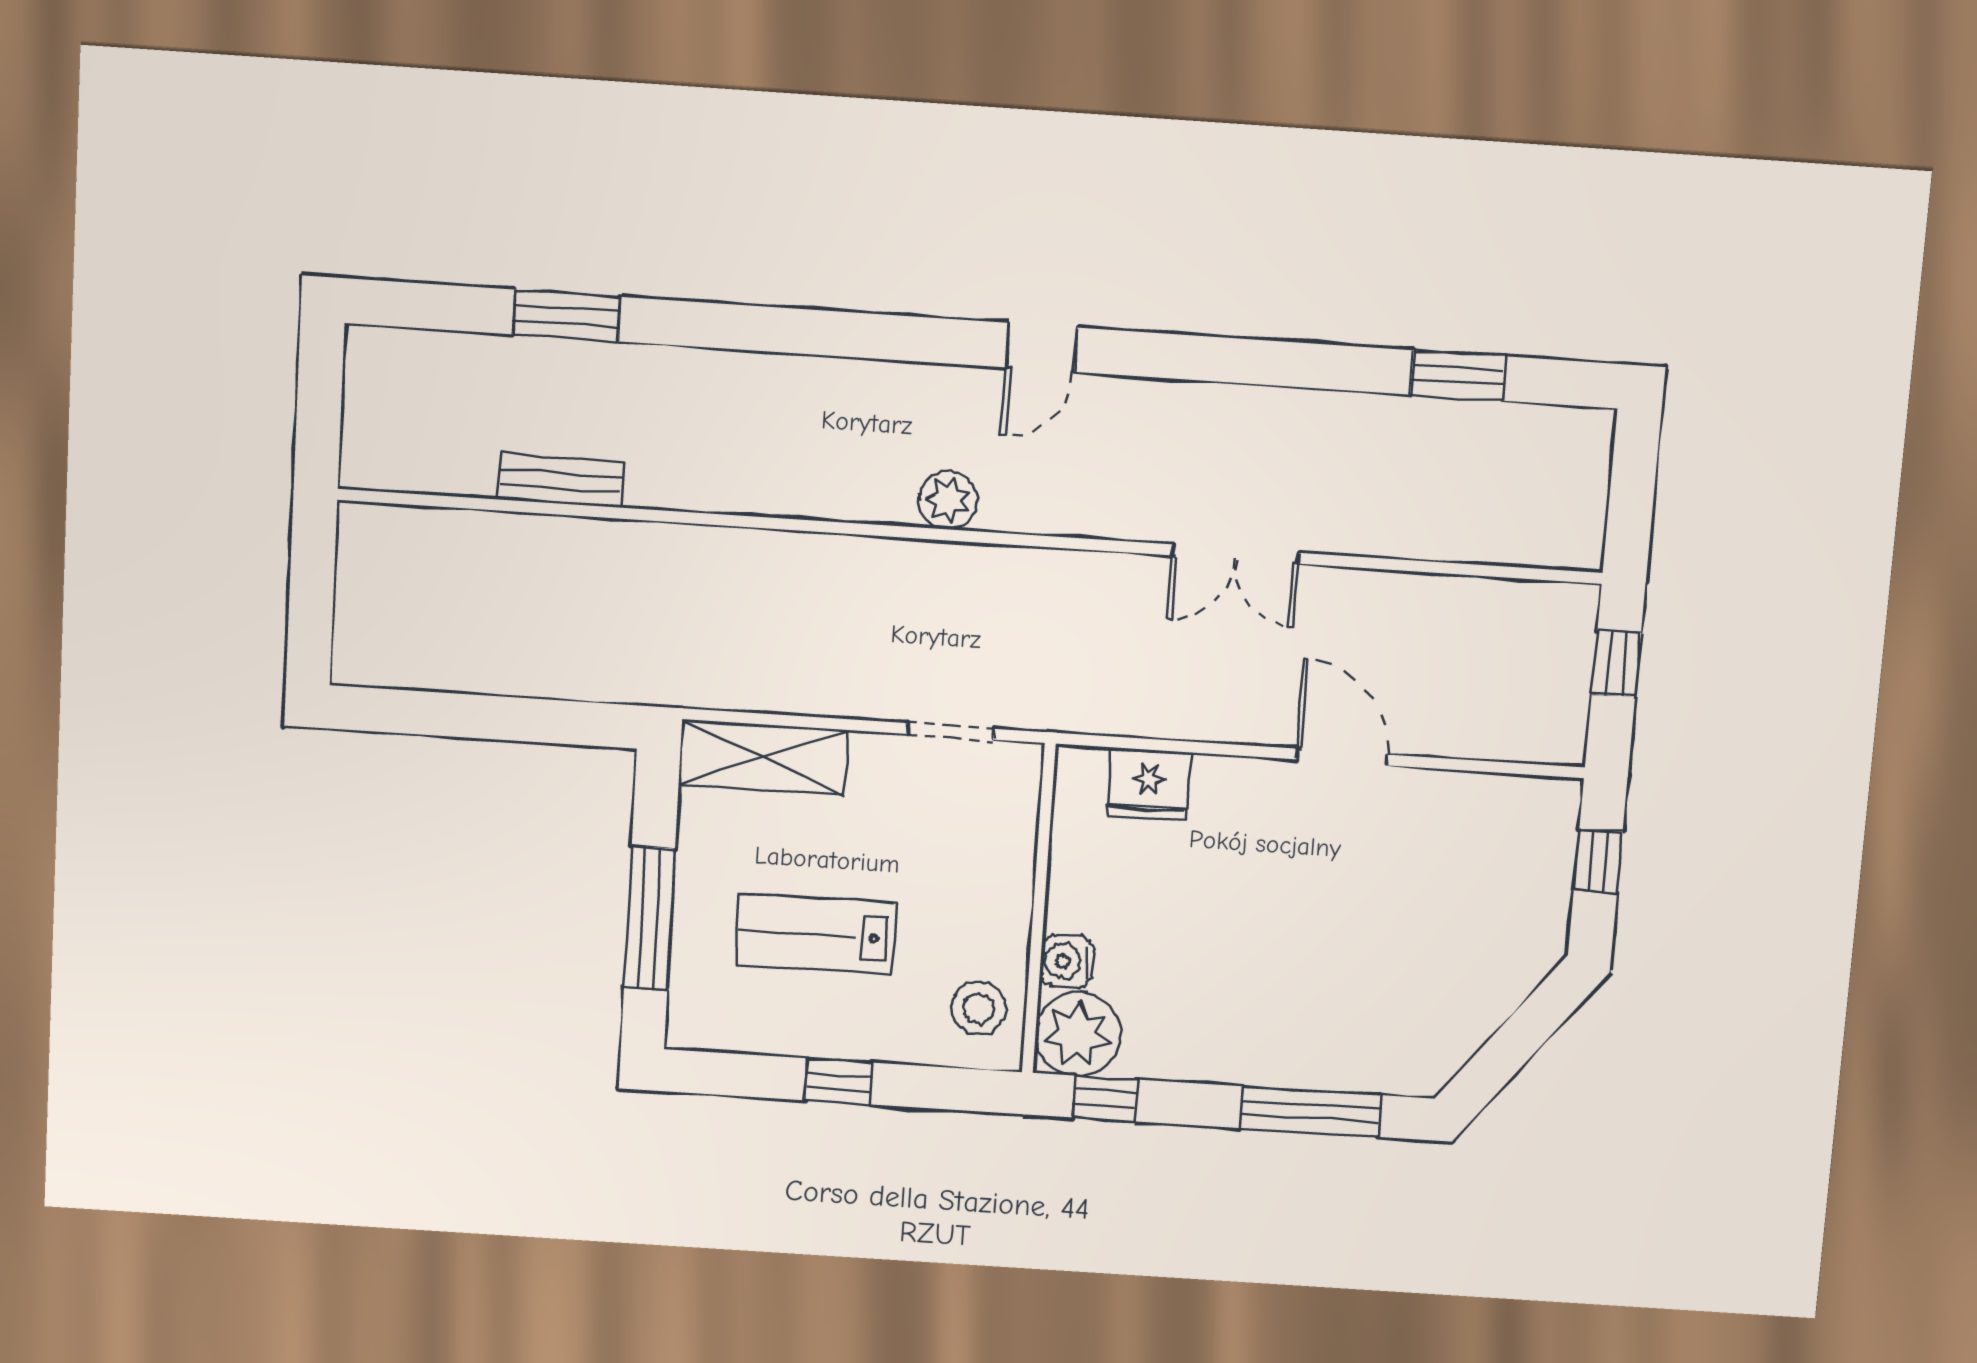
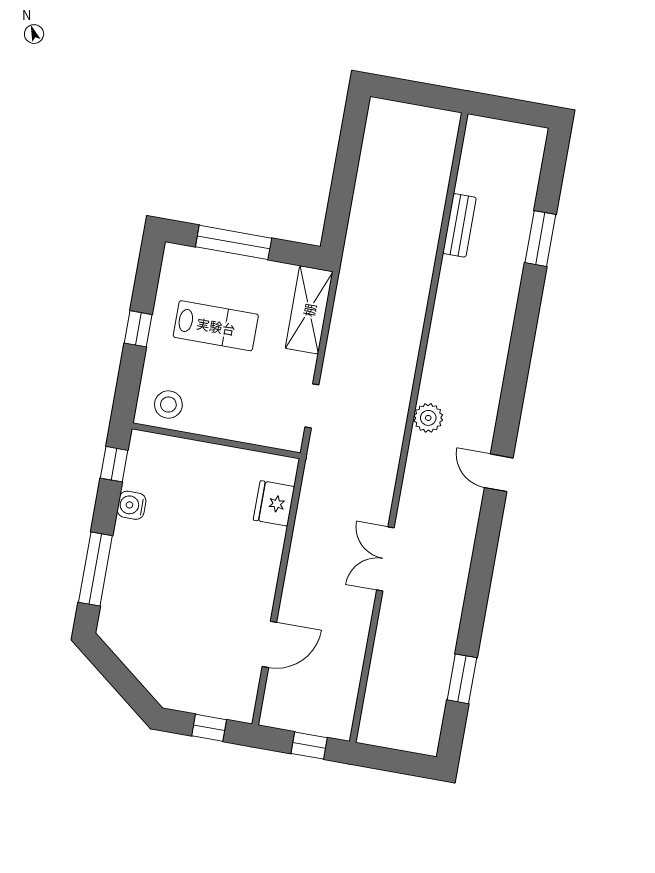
door: (1342, 757) -> (269, 644), moved
lab bench: (815, 934) -> (216, 326), turned 90
water cooler: (1067, 961) -> (132, 505), moved, turned -90
plant: (1078, 1034) -> (149, 454), removed

